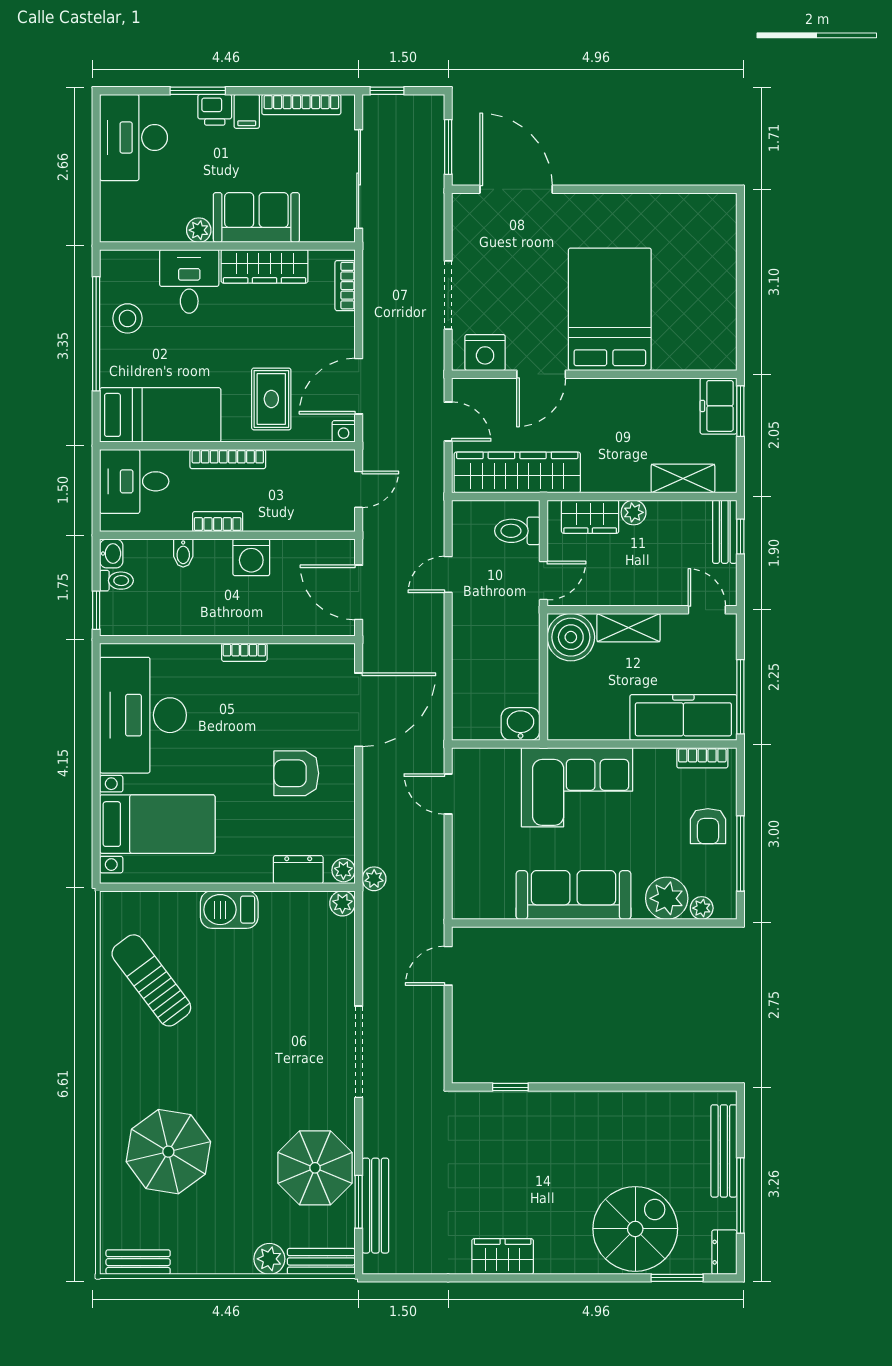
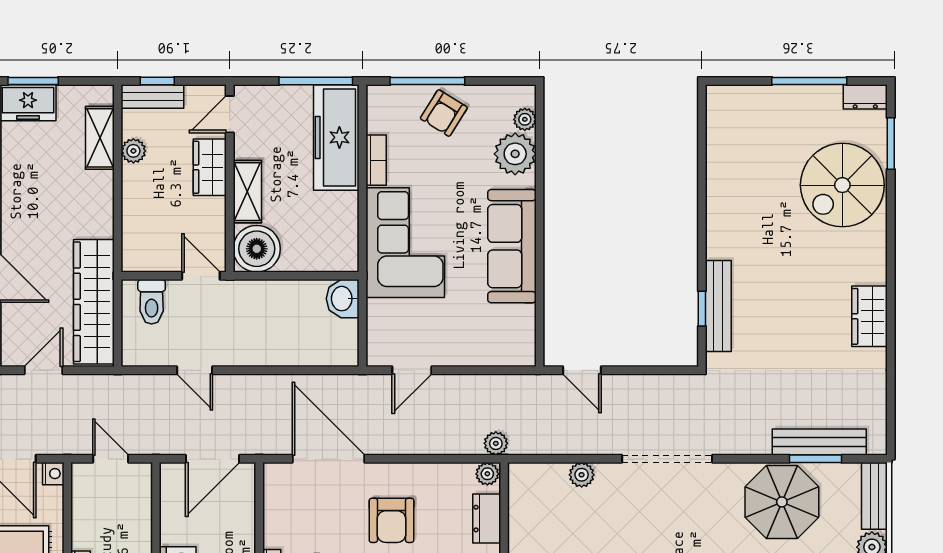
plant: (634, 512) -> (133, 151), moved
wardrobe: (590, 517) -> (210, 167), moved, turned 180
bookcase: (702, 758) -> (376, 160), moved
armchair: (708, 826) -> (444, 113), turned 122
window: (740, 853) -> (427, 81), moved
plant: (342, 903) -> (582, 475), moved
bench: (724, 1151) -> (718, 306), moved, turned 90
spiral stairs: (635, 1229) -> (842, 185), turned -90

